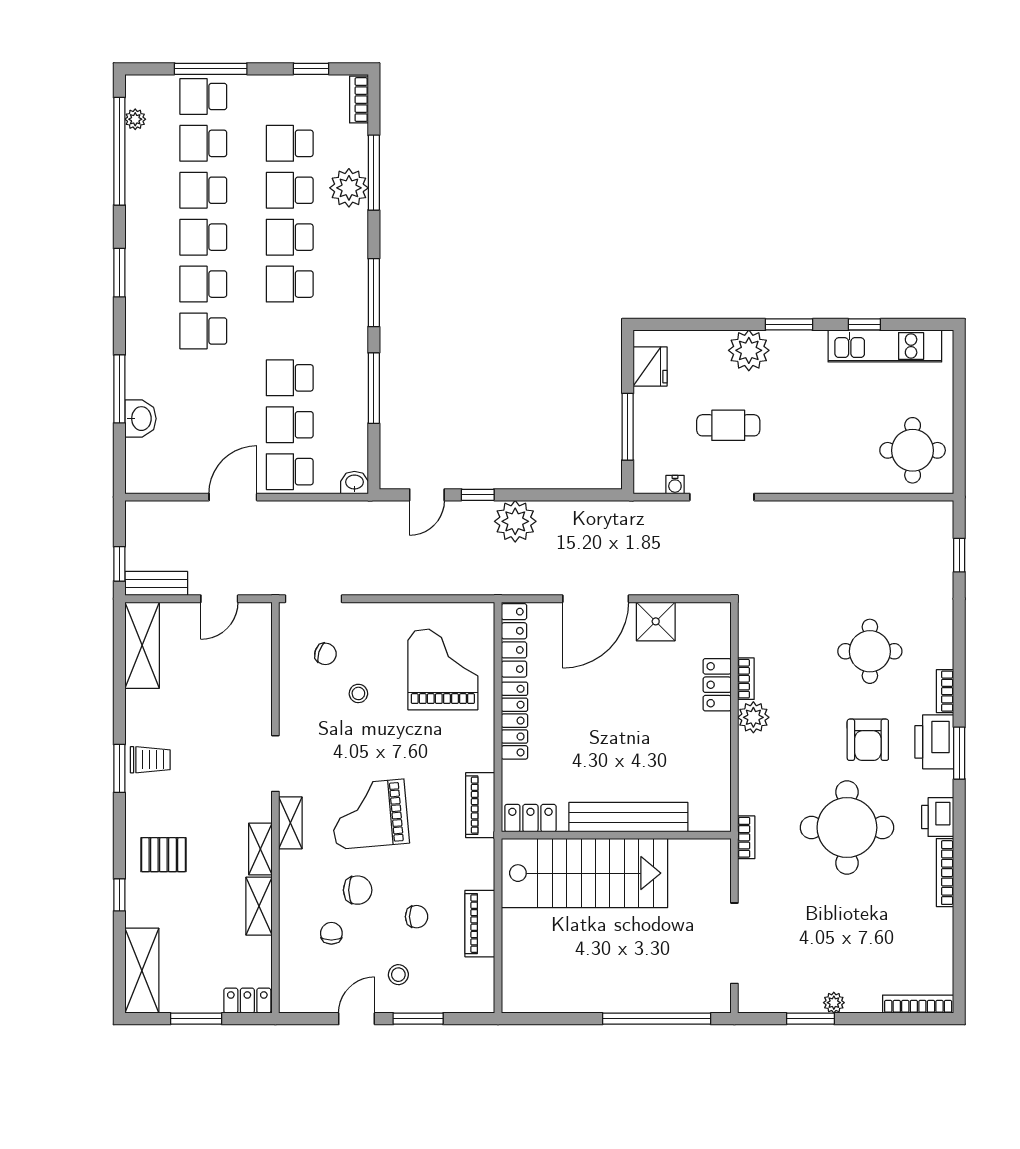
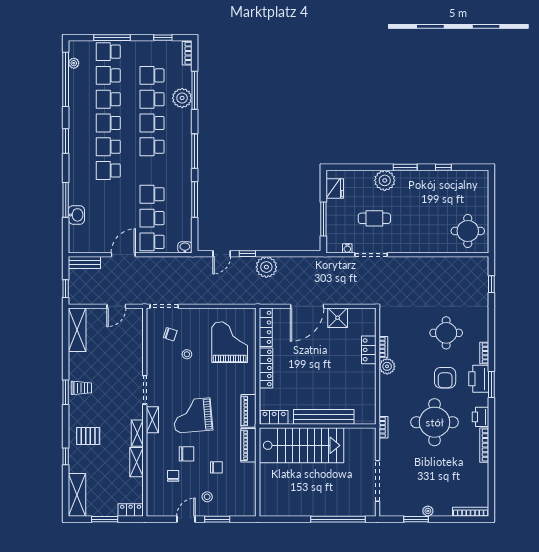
kitchen unit: (885, 346) -> (454, 178), removed
bench: (156, 583) -> (84, 262), moved
piano: (480, 924) -> (248, 445), moved

